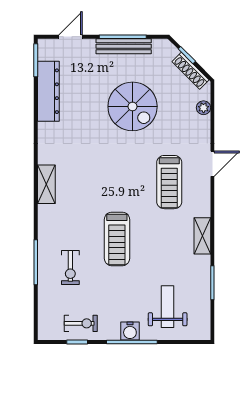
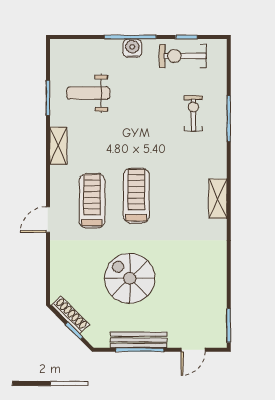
dresser: (48, 91) -> (216, 294), removed
plant: (204, 108) -> (57, 277), removed
treadmill: (117, 239) -> (136, 196), moved
weight bench: (168, 307) -> (88, 93), moved, turned 90
exercise bike: (81, 323) -> (183, 56), width x1.38, depth x1.39

